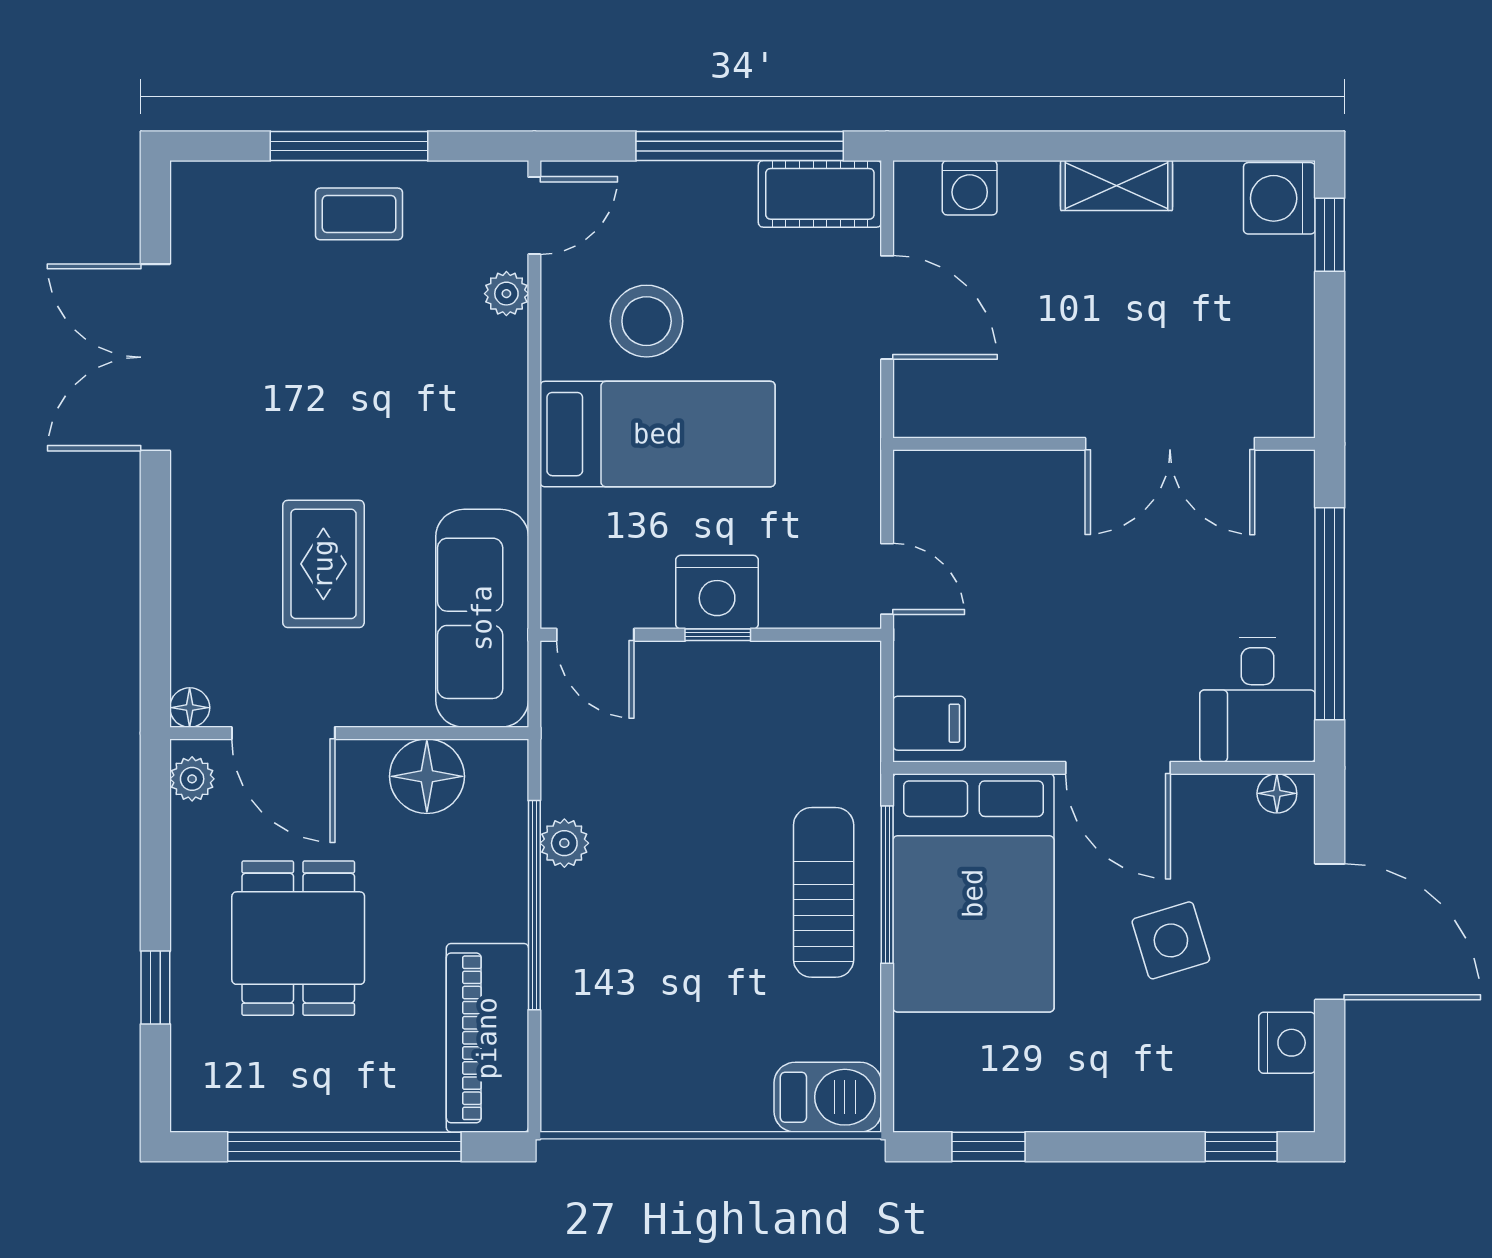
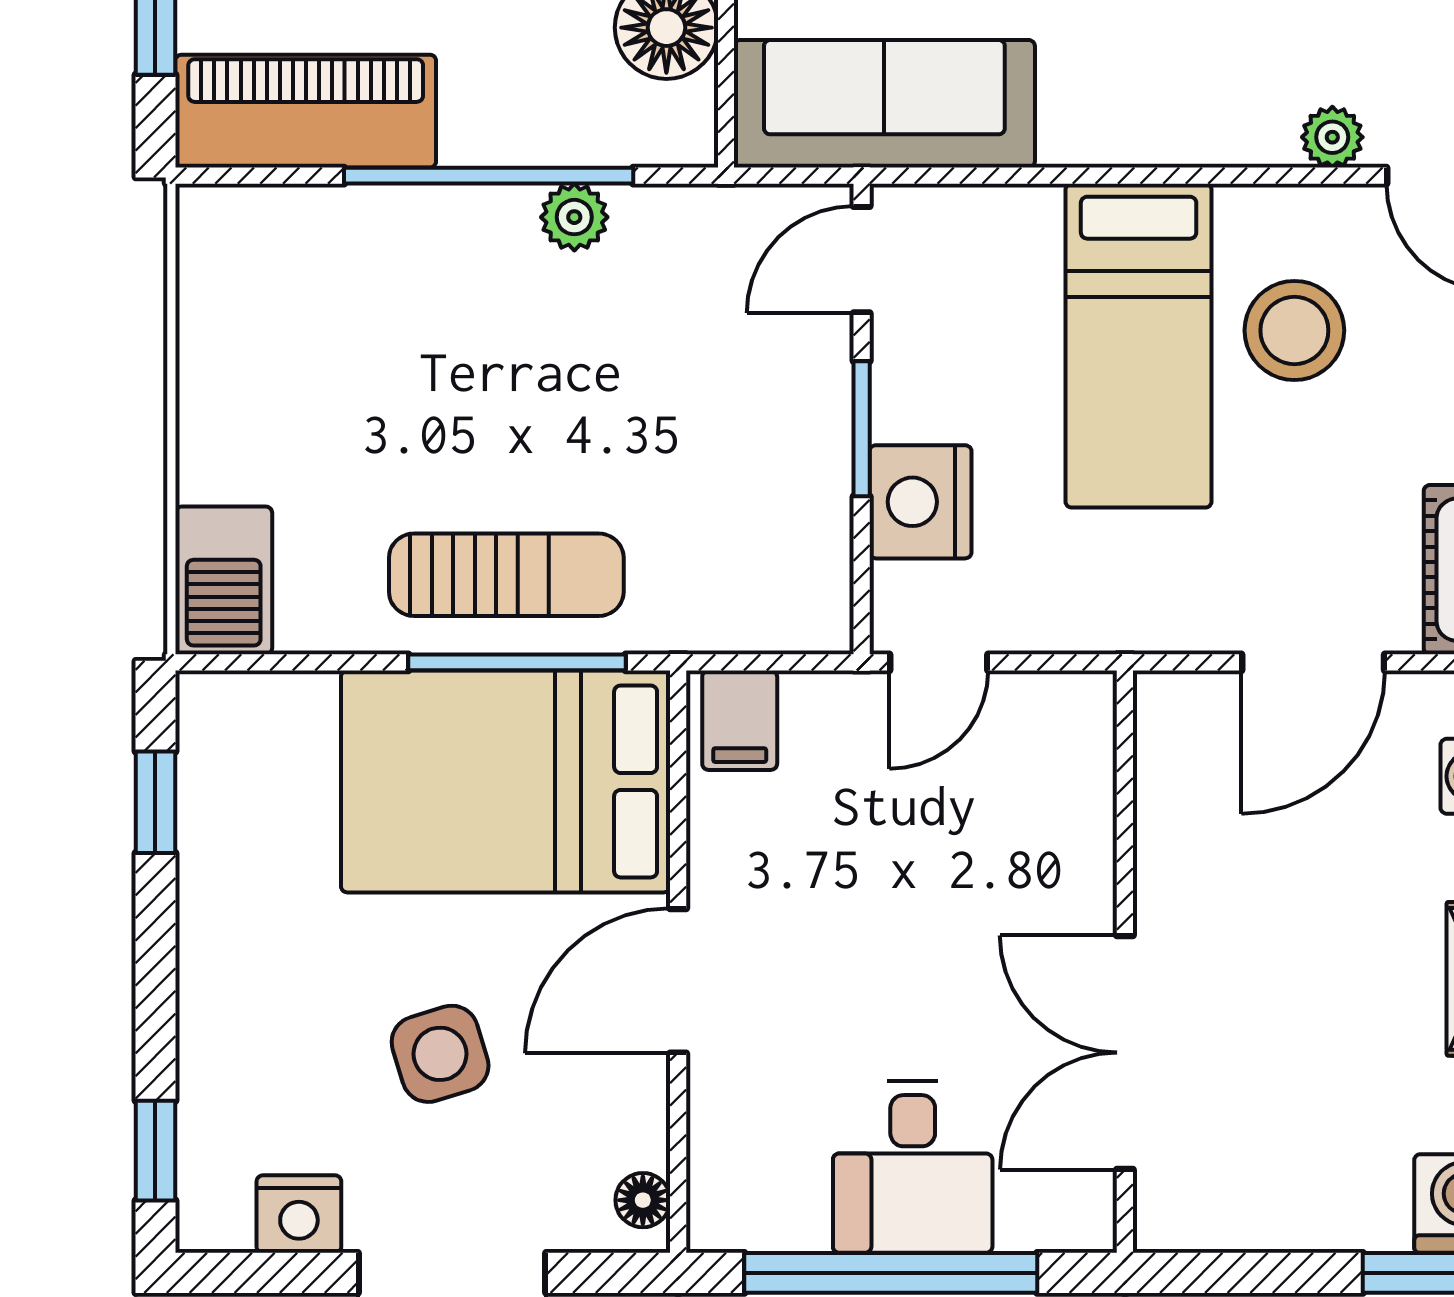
nightstand: (717, 592) -> (920, 502), moved
window: (718, 635) -> (862, 429), width x1.50
desk: (1257, 700) -> (913, 1167), moved, turned -90

